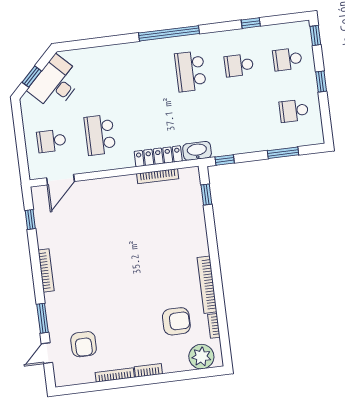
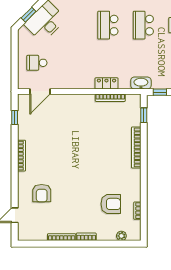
school desk: (100, 135) -> (108, 25), moved
locker: (158, 156) -> (106, 83), width x0.66
bookcase: (207, 285) -> (136, 147), moved
window: (43, 318) -> (15, 190), removed
armchair: (84, 344) -> (42, 193), moved
plant: (201, 357) -> (121, 236), width x0.53, depth x0.53

